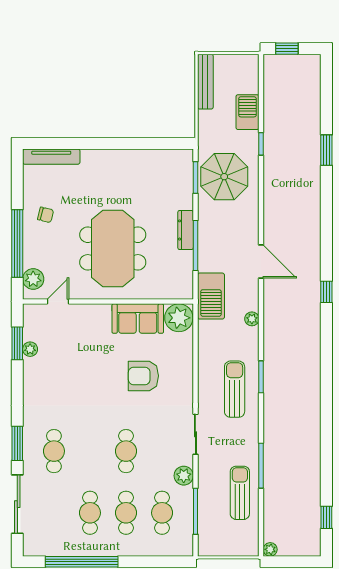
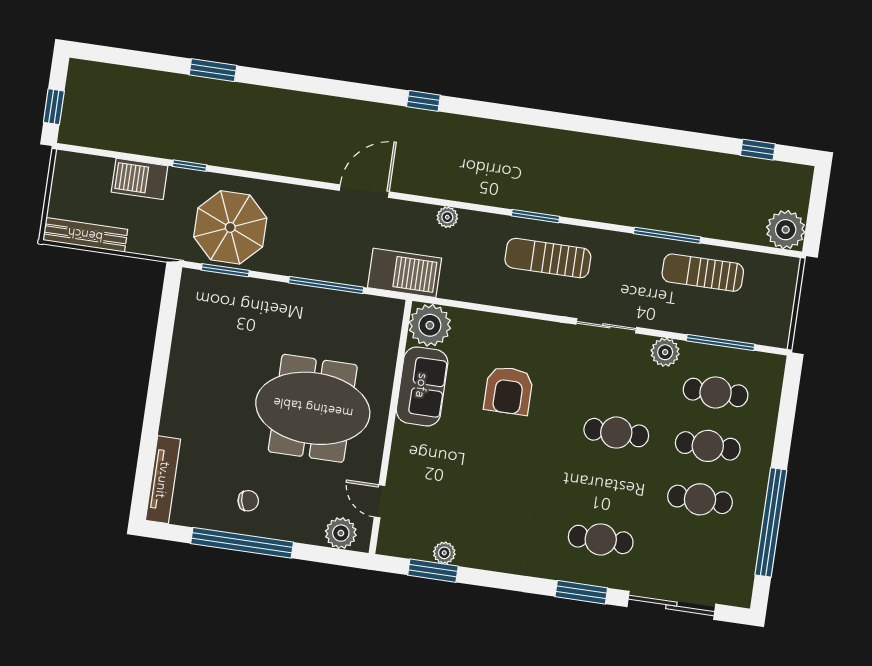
chair: (46, 215) -> (248, 501), turned 64
dresser: (186, 230) -> (301, 296), removed
window: (17, 243) -> (242, 543), moved
plant: (270, 549) -> (786, 230), width x1.88, depth x1.88

